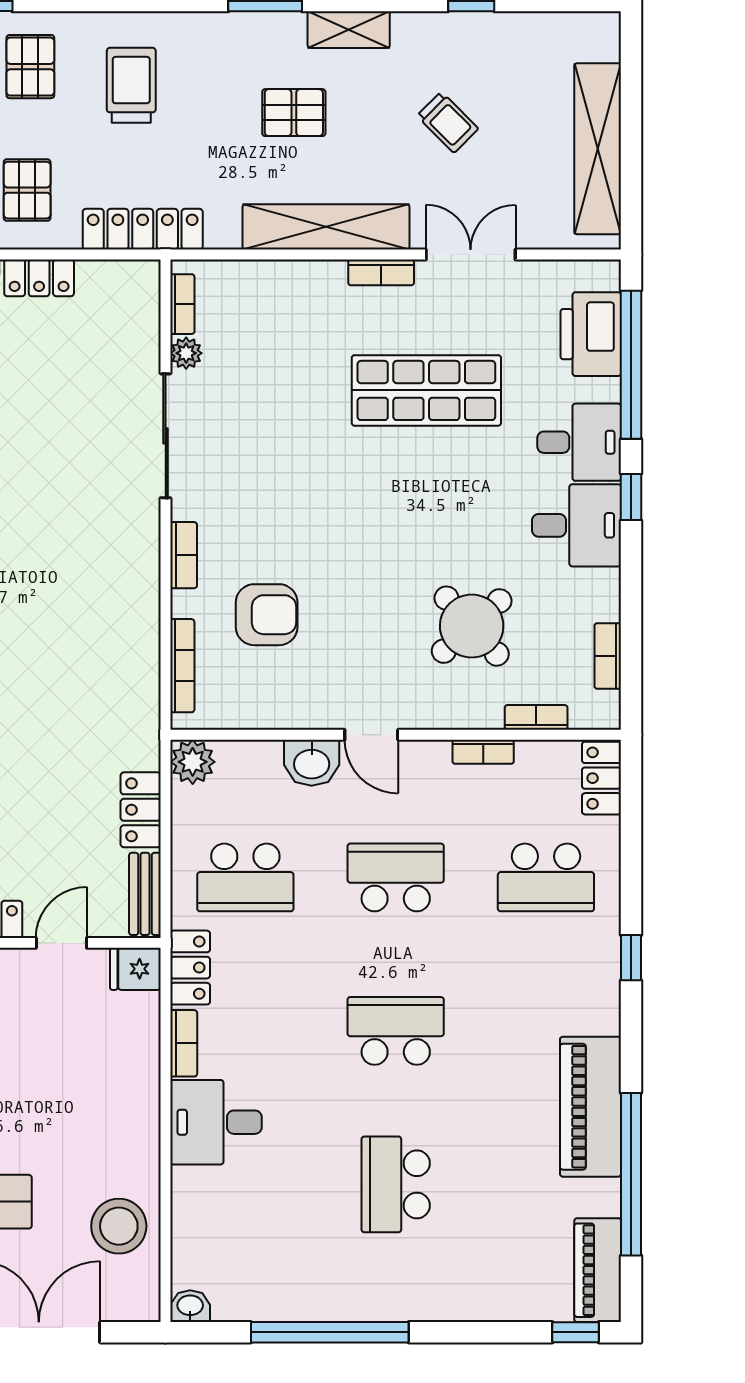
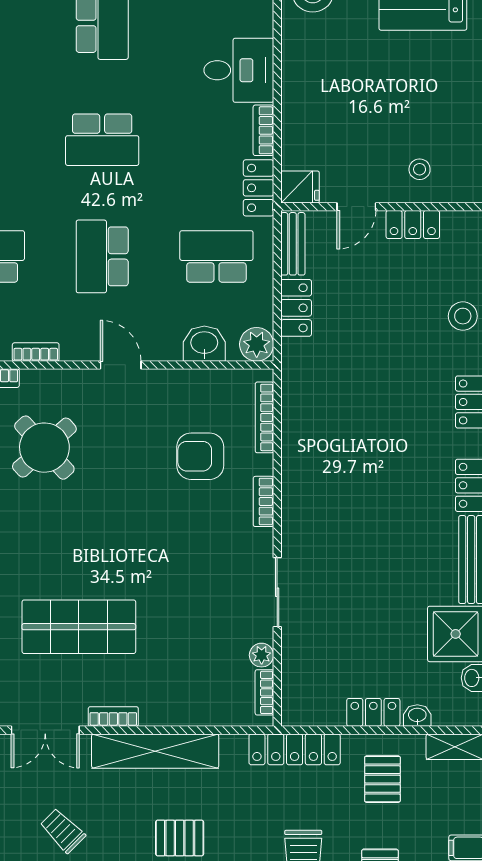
sliding door: (166, 436) -> (277, 592), width x0.73
washbasin: (312, 763) -> (204, 344), moved
school desk: (396, 877) -> (102, 256), turned 90

